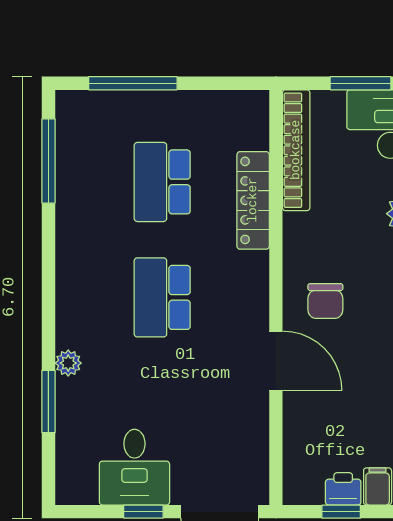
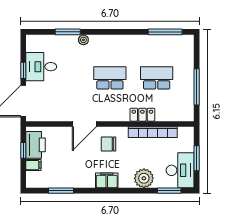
window: (133, 83) -> (197, 87), moved
bookcase: (296, 150) -> (153, 132), moved
locker: (253, 200) -> (142, 115), width x0.66
printer: (343, 489) -> (36, 145), width x1.87, depth x1.48

